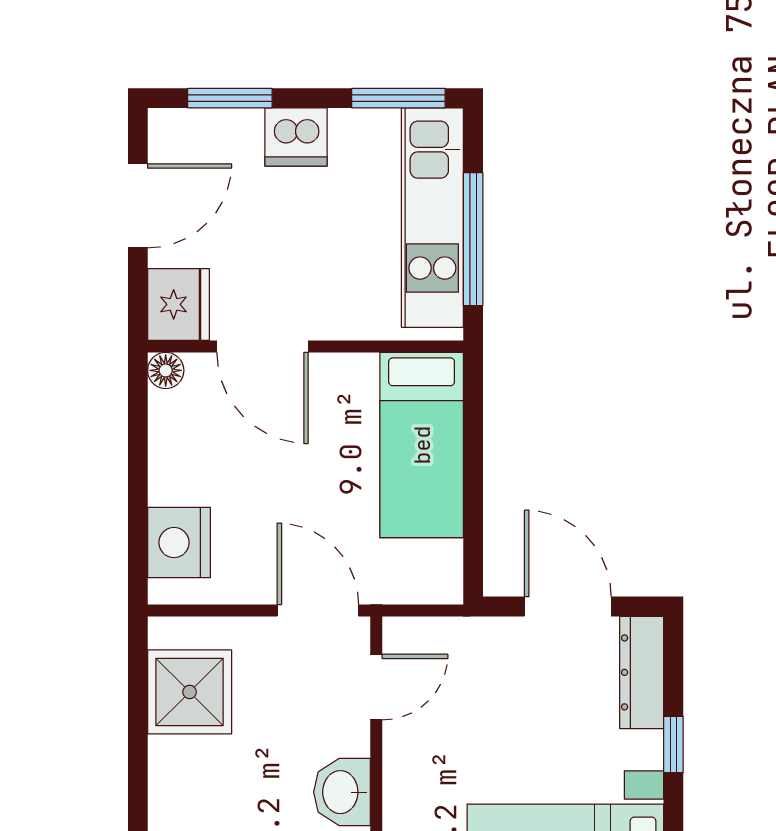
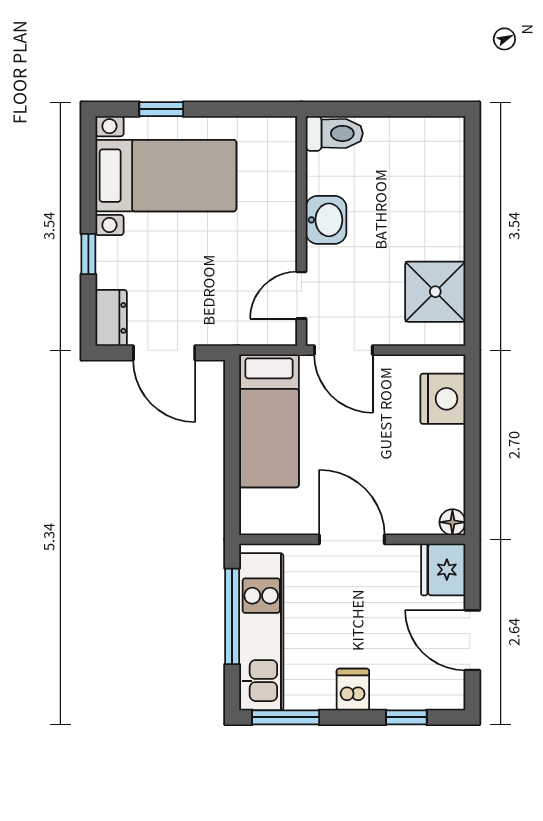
window: (230, 98) -> (406, 717), width x0.67
dishwasher: (296, 137) -> (353, 690), width x0.73
door: (138, 206) -> (472, 640), hinge flipped
door: (263, 346) -> (352, 539), moved
bed: (422, 445) -> (269, 421), moved, turned 180
dresser: (642, 672) -> (111, 318), width x0.70

